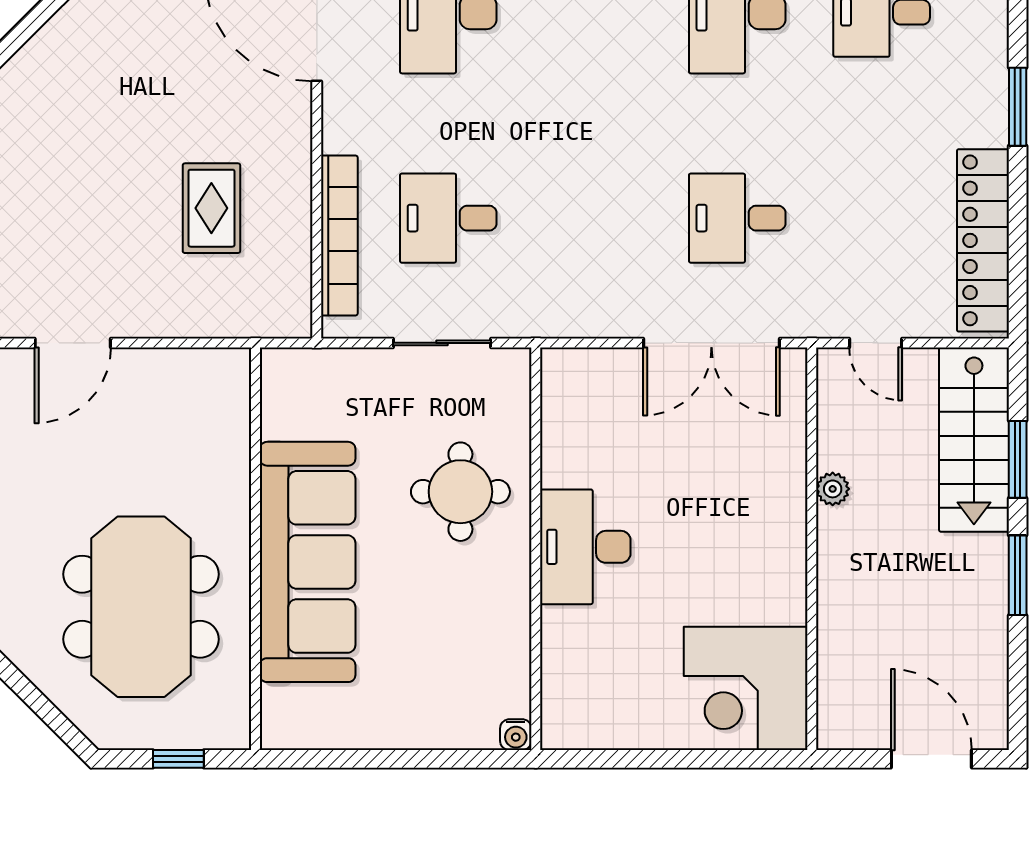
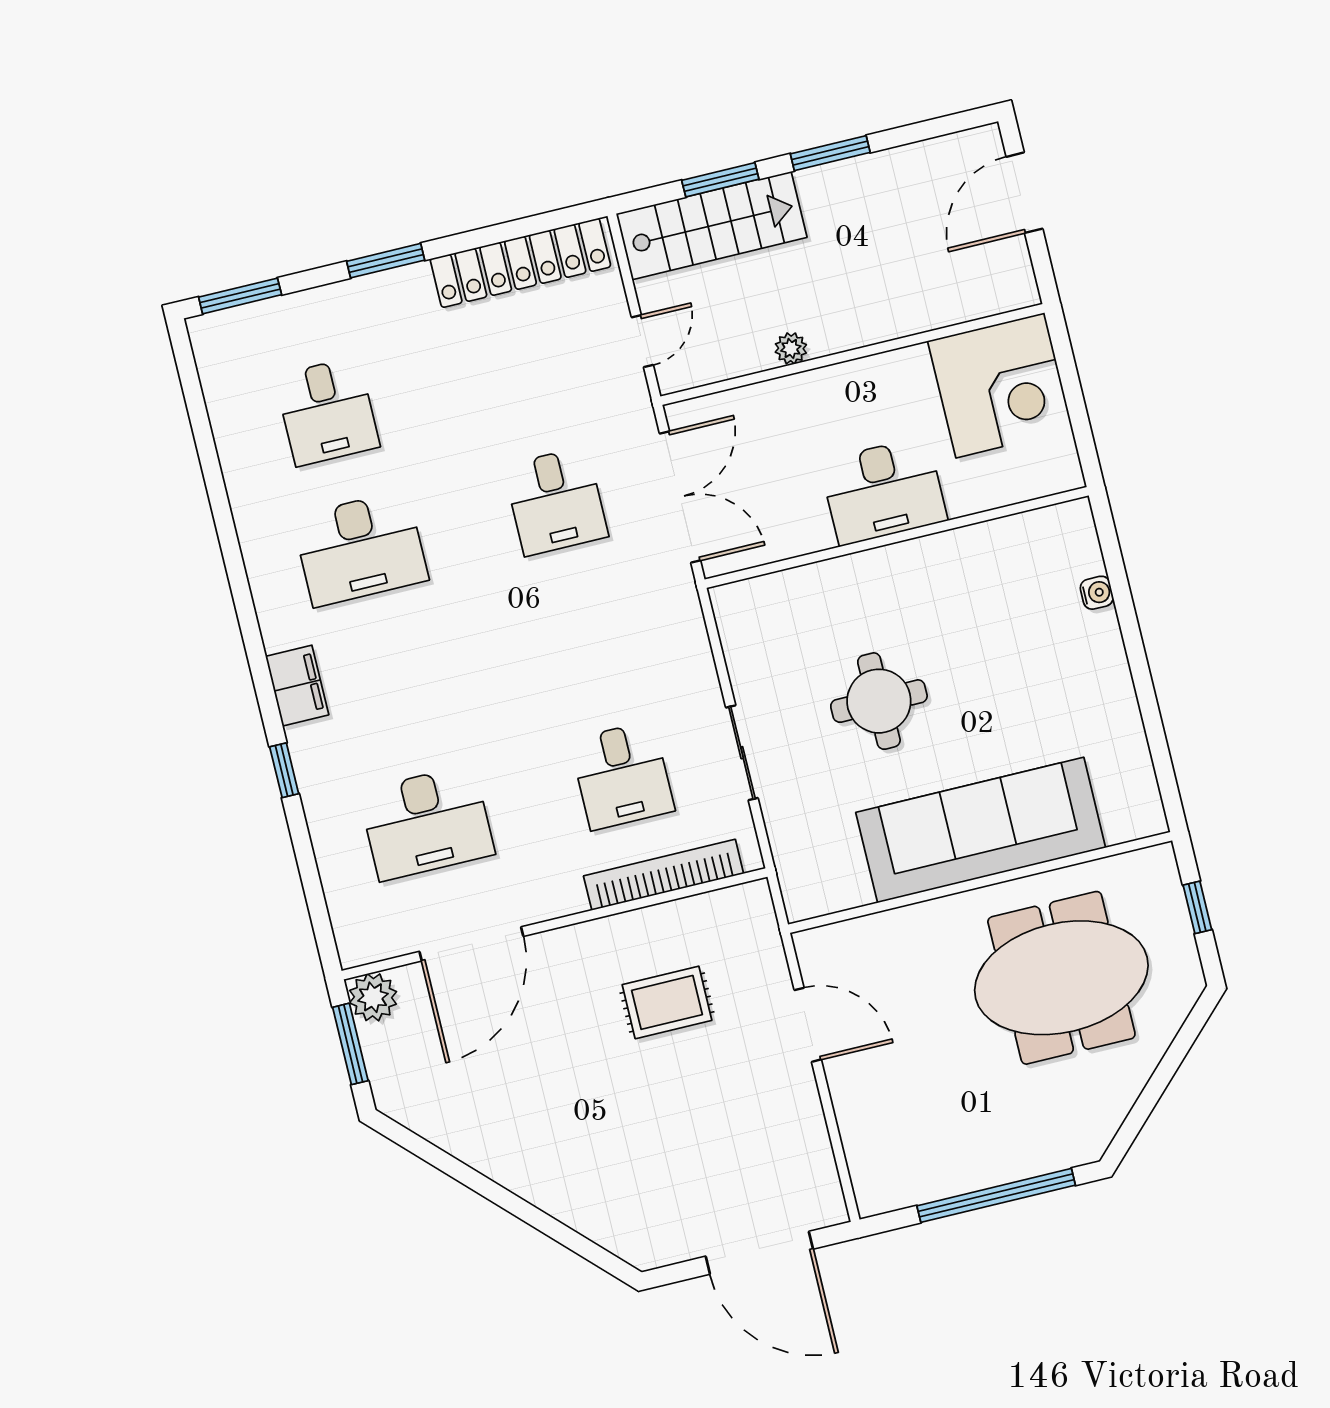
door: (73, 343) -> (808, 1025), moved
desk: (585, 547) -> (883, 491), moved
wall: (536, 549) -> (897, 537), moved

